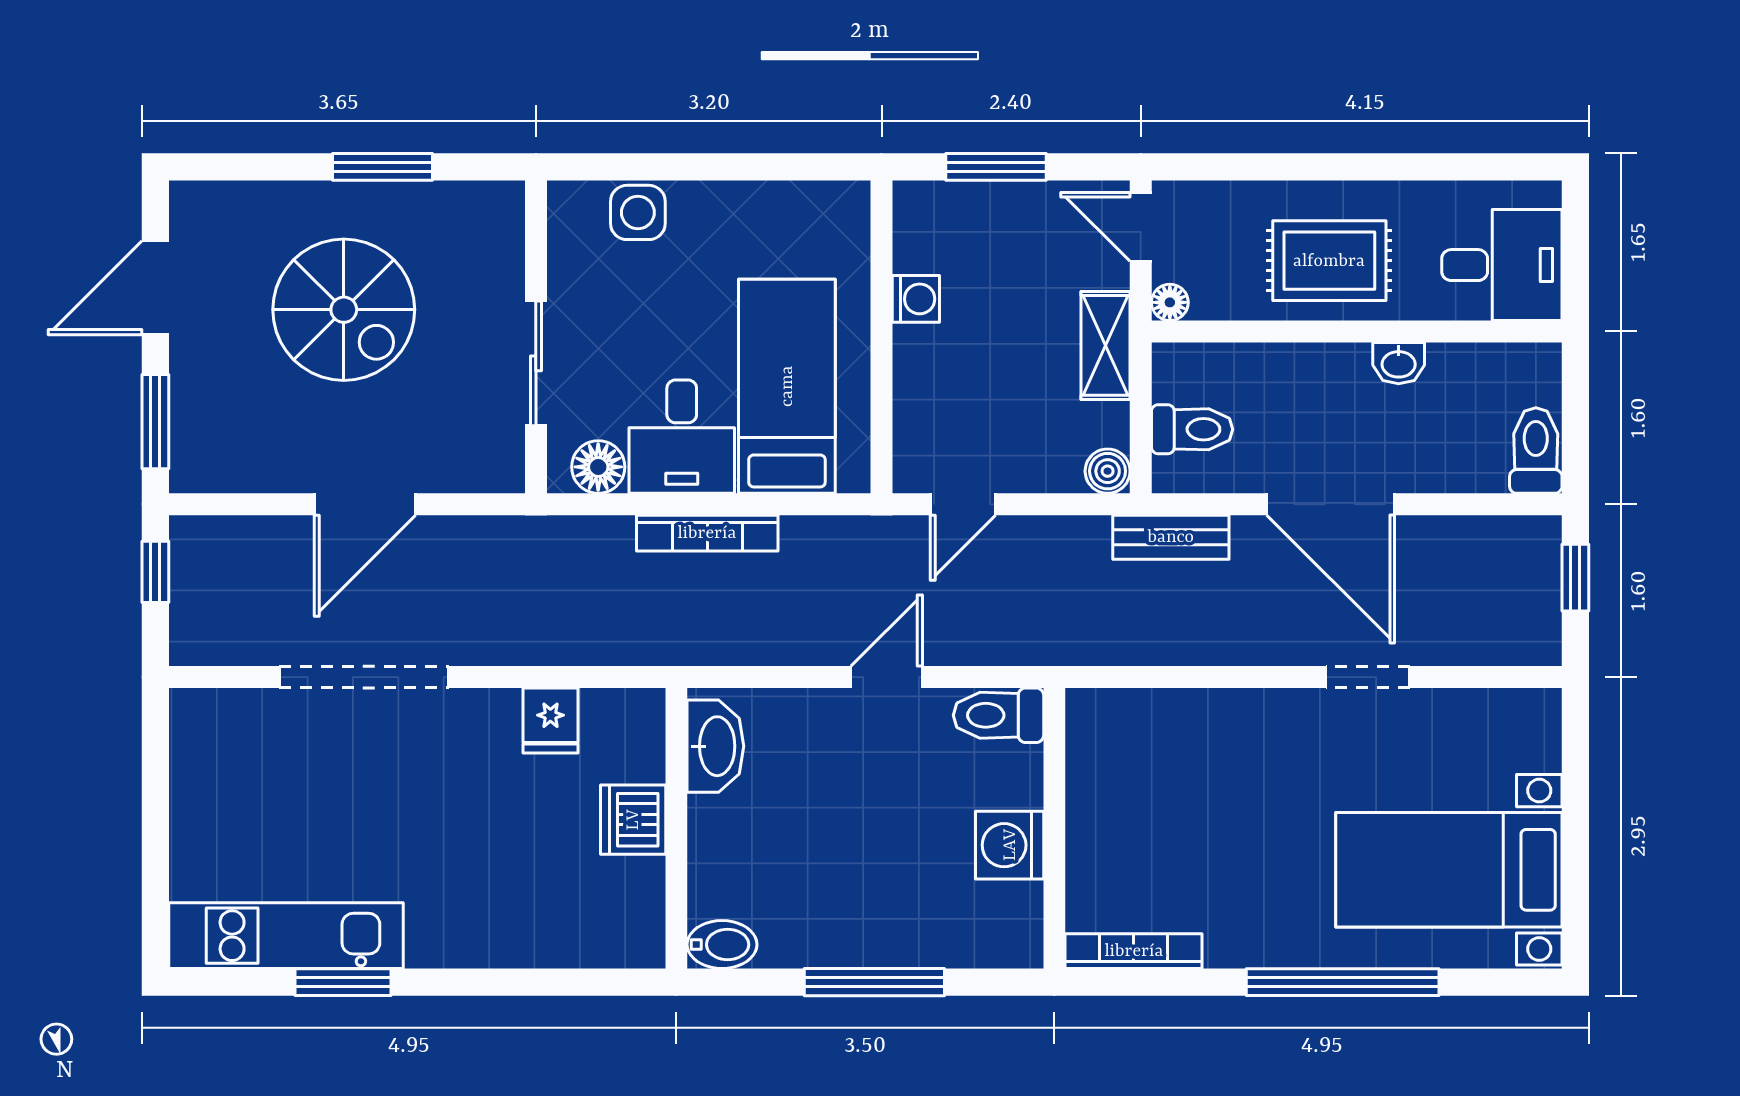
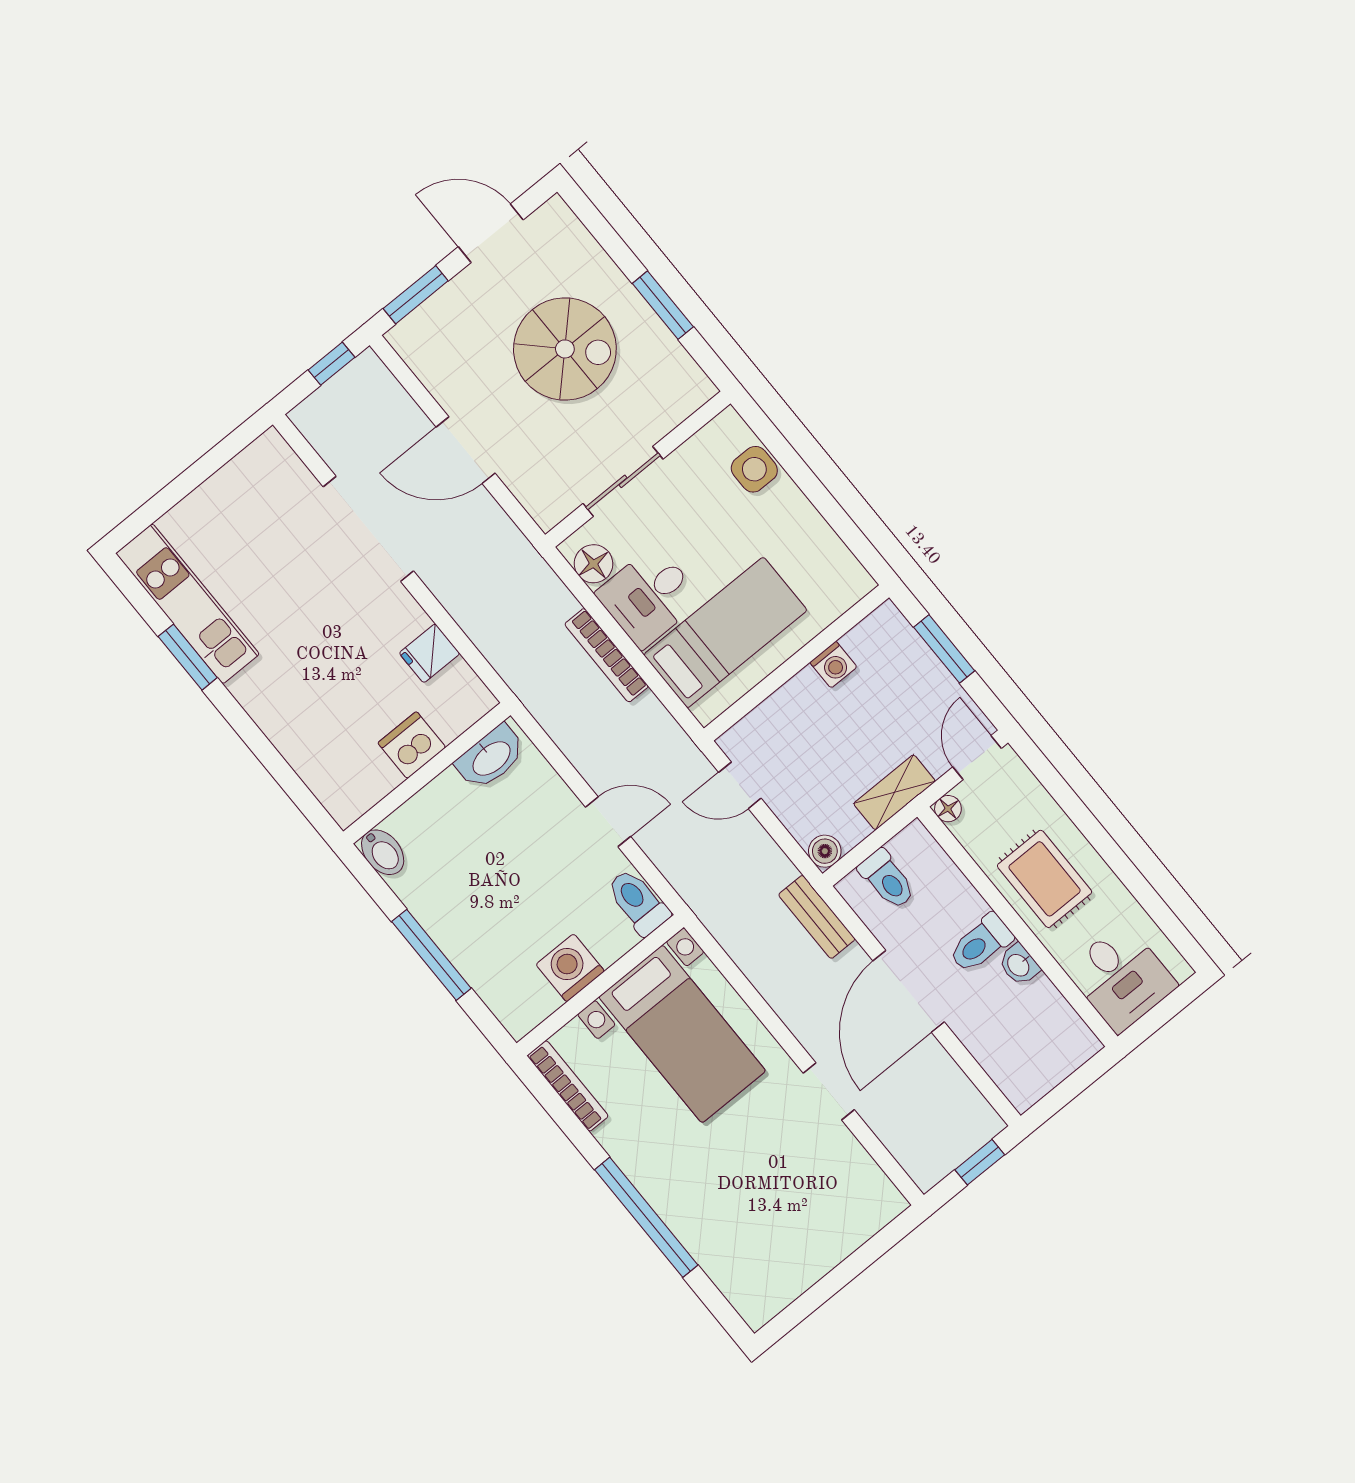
spiral stairs: (344, 310) -> (565, 349), turned -90
toilet: (1536, 451) -> (981, 943), moved, turned 180
bed with nightstands: (1449, 870) -> (682, 1034), moved, turned 180

